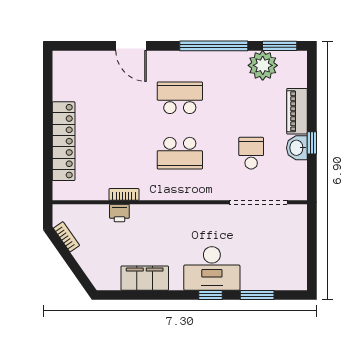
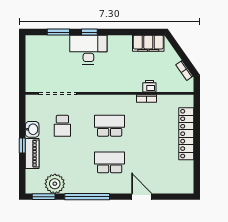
school desk: (180, 98) -> (110, 162), turned 180
window: (312, 143) -> (22, 146), moved
filing cabinet: (145, 278) -> (148, 43), moved

